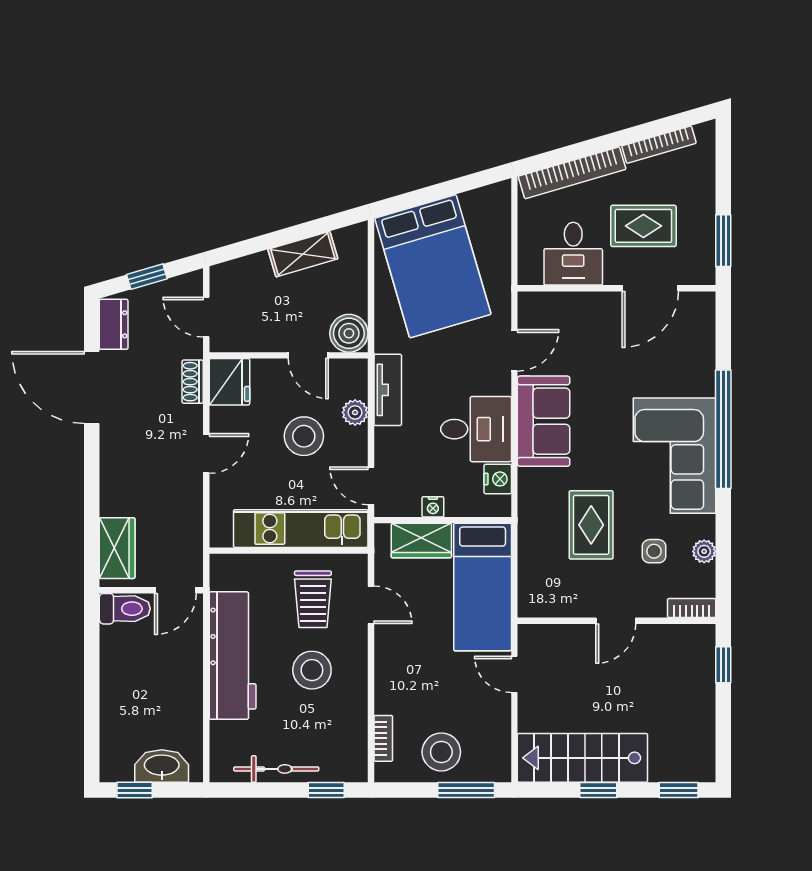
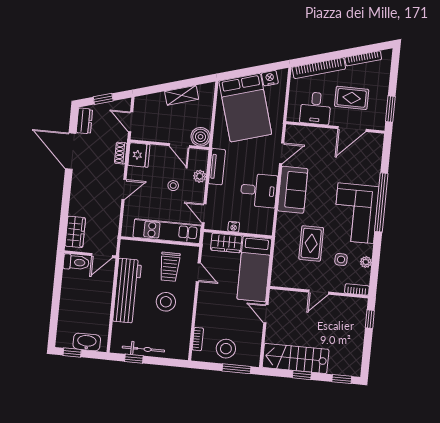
stool: (304, 436) -> (173, 186), width x0.53, depth x0.53
nightstand: (498, 479) -> (270, 78), moved, turned -106
window: (326, 790) -> (134, 359), moved

